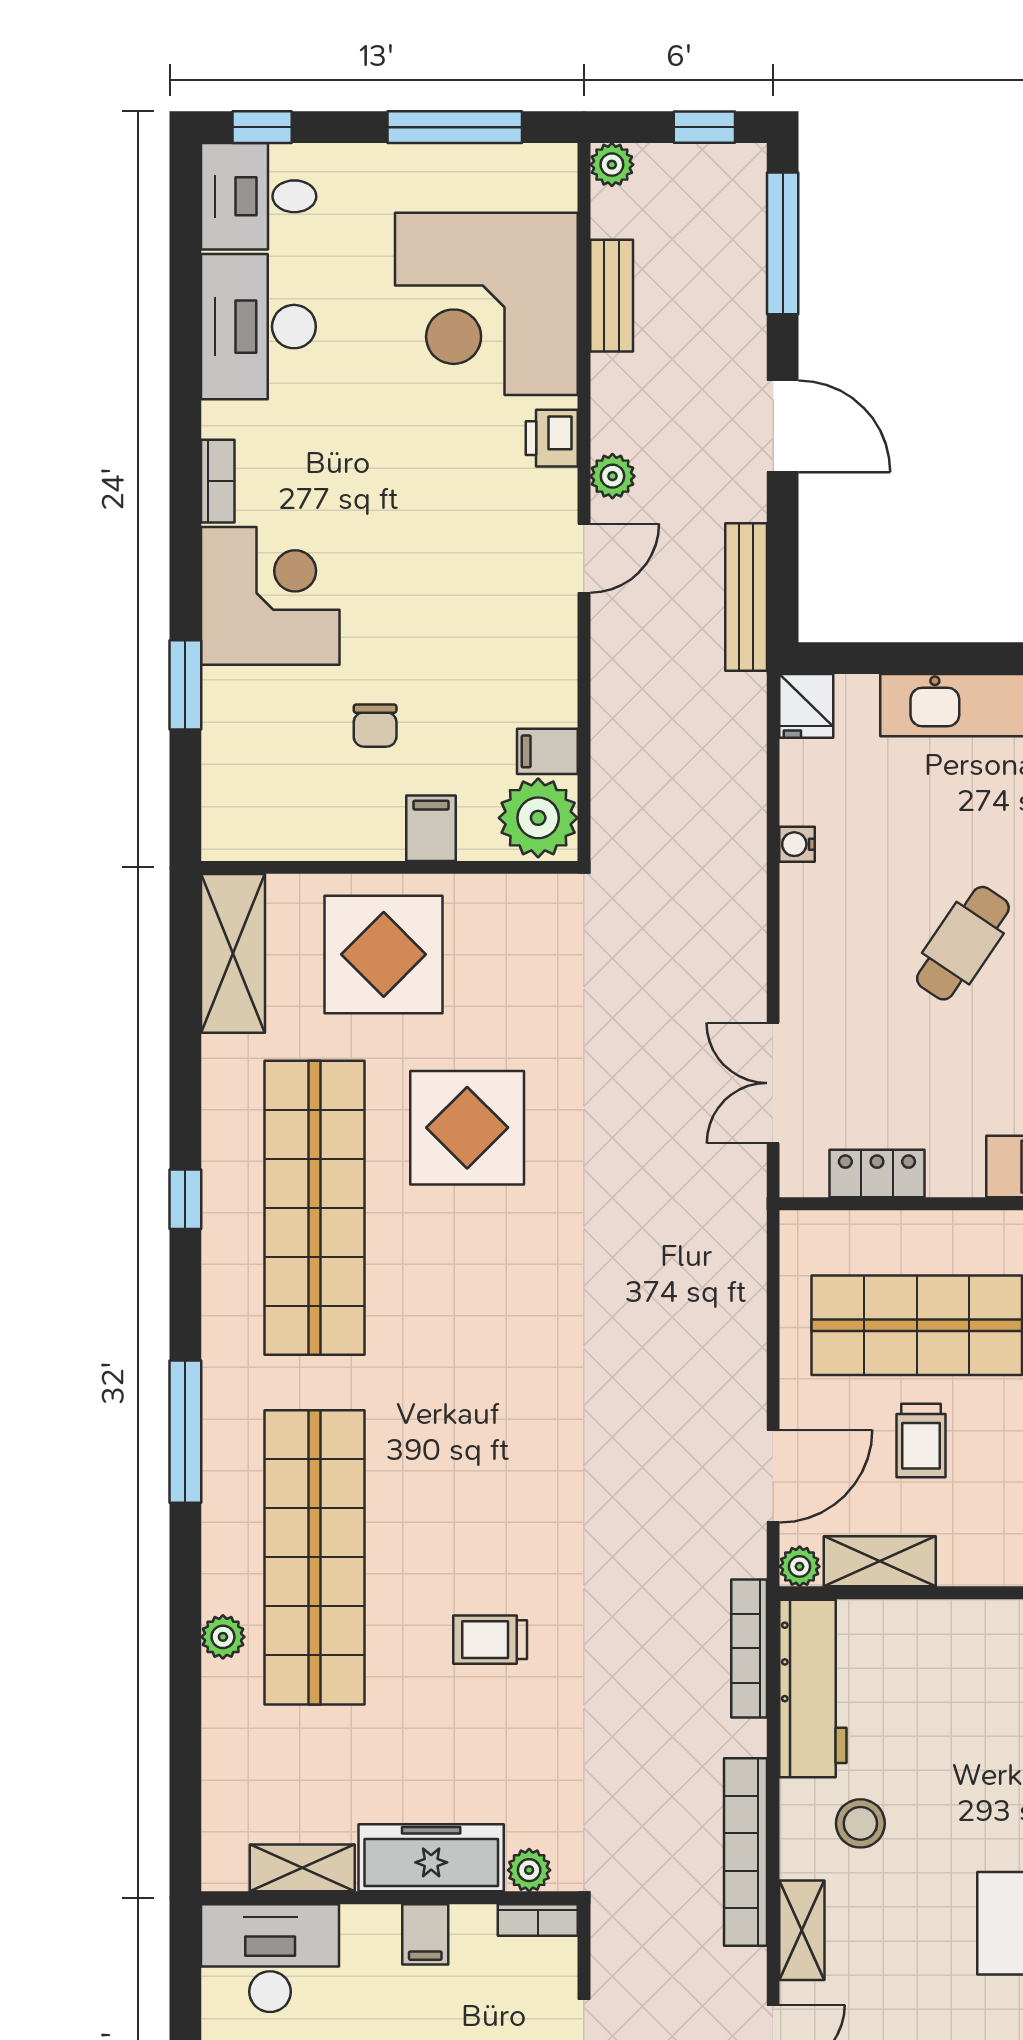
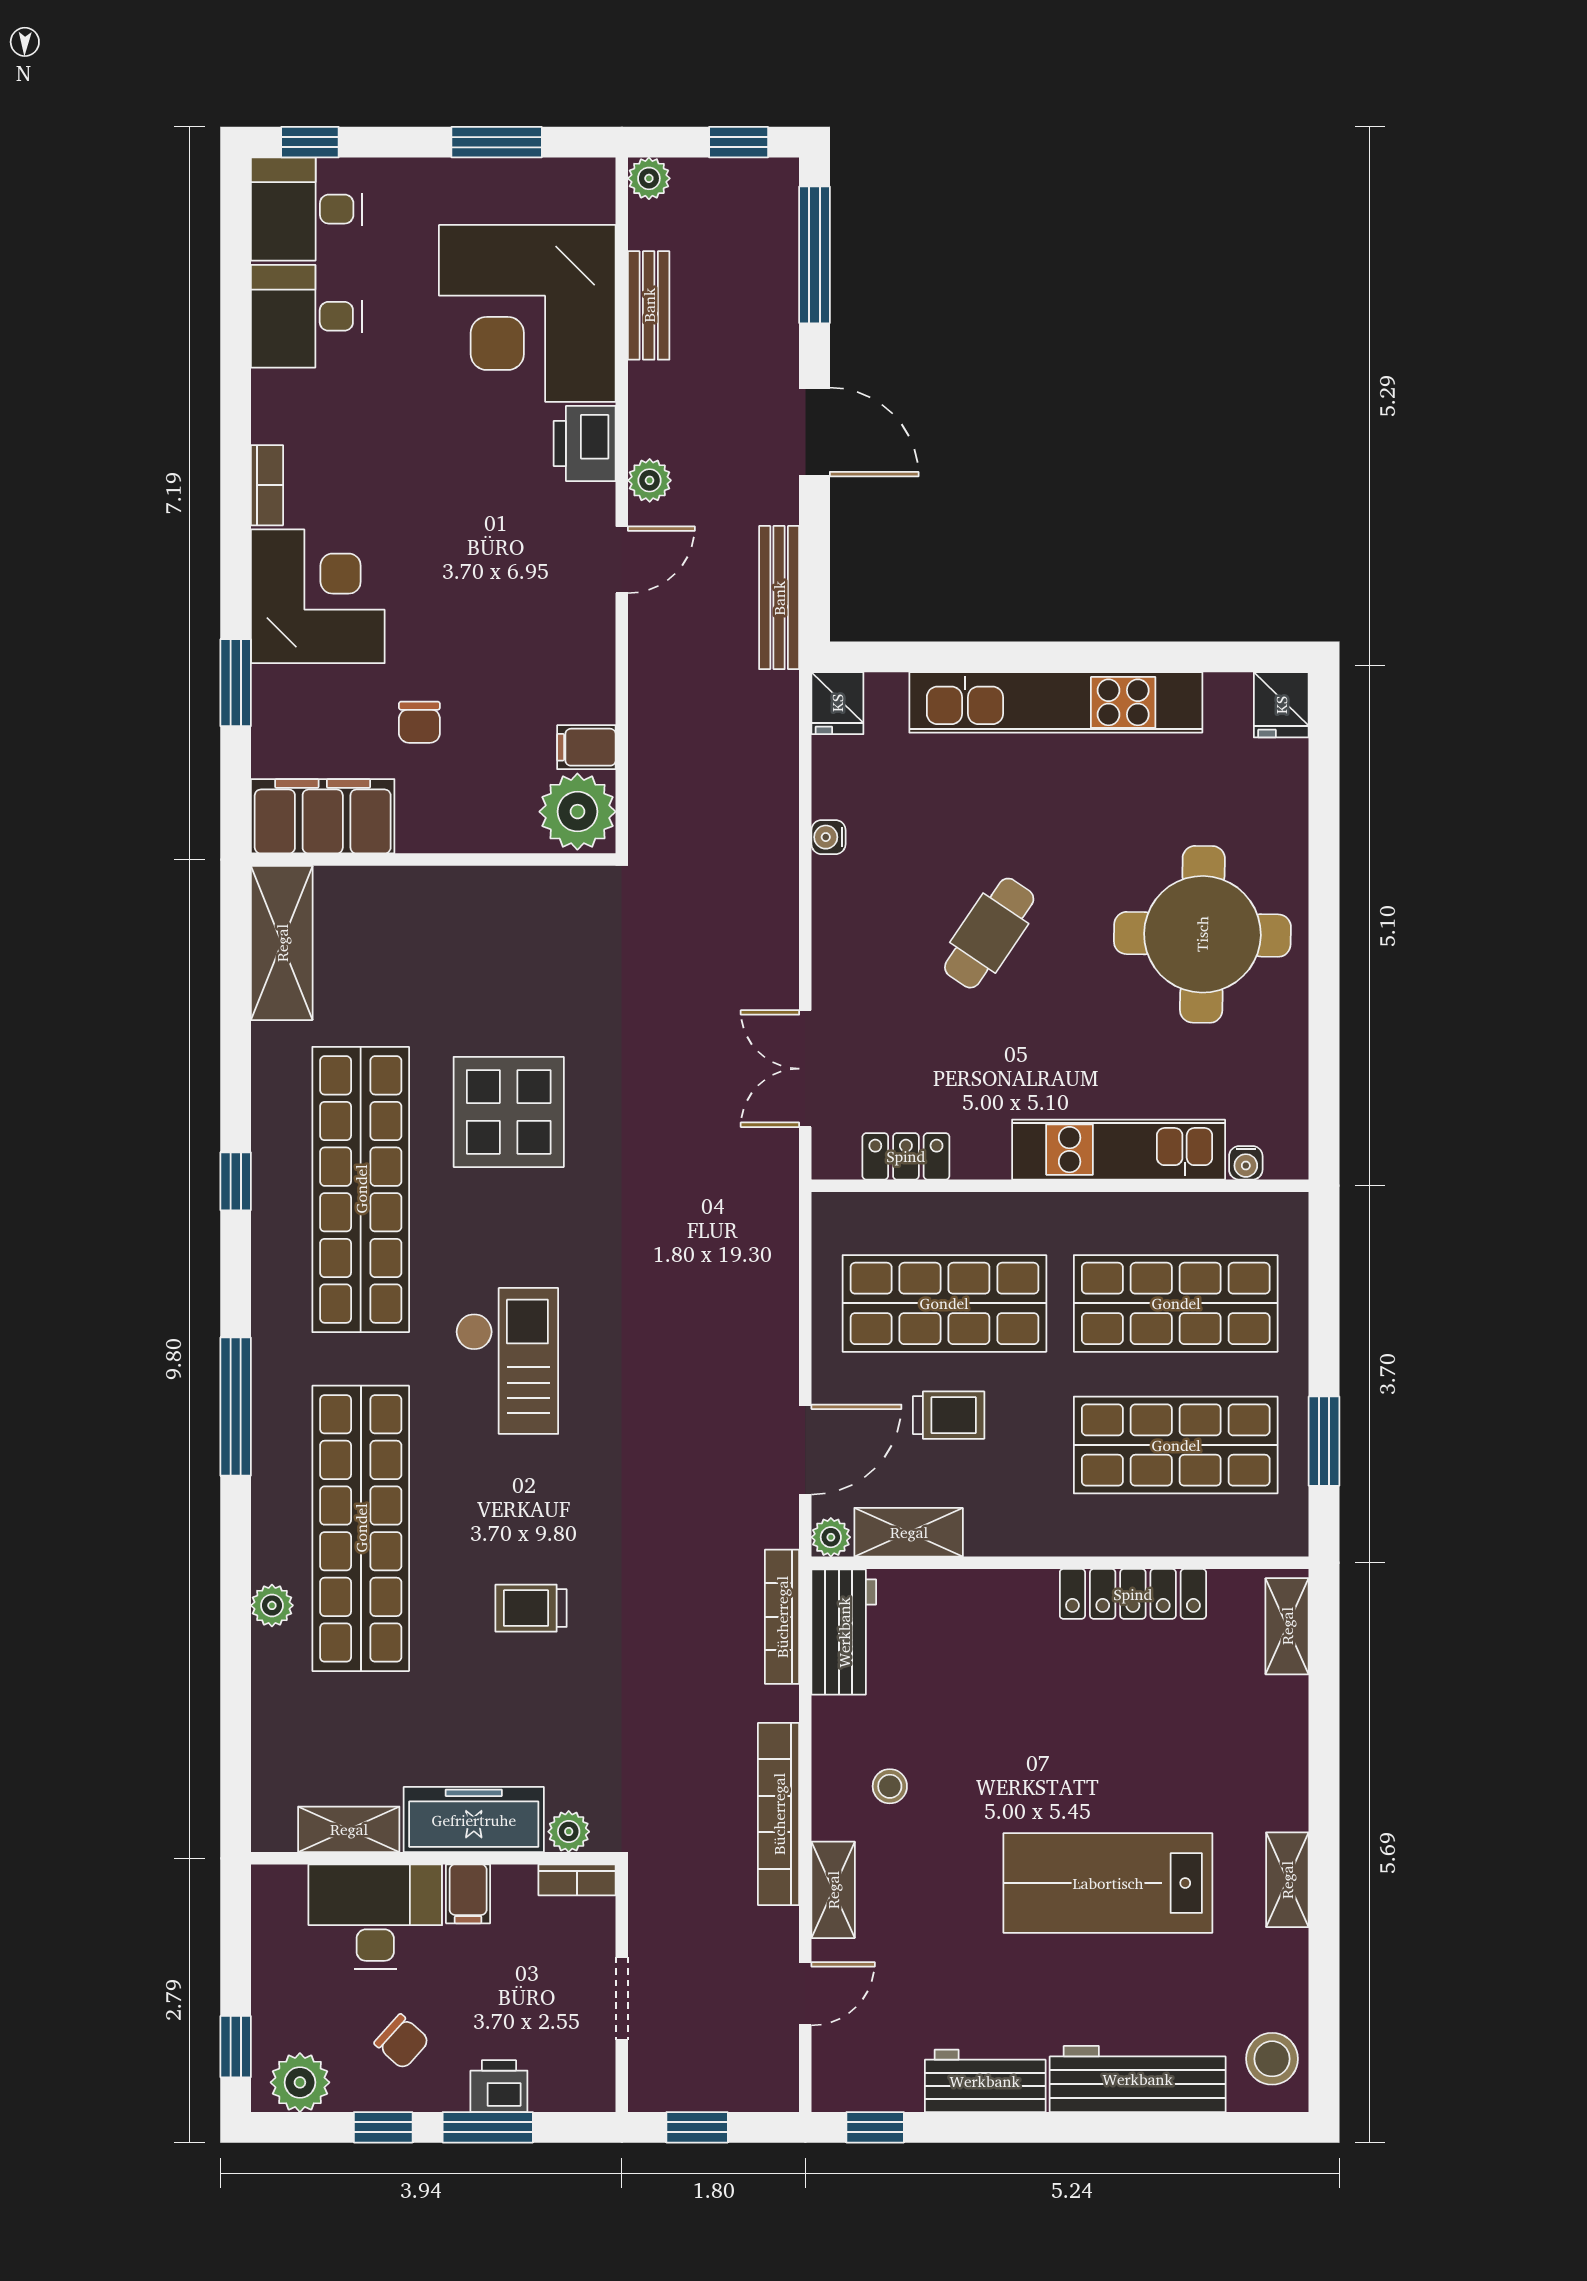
window: (455, 127) -> (497, 142), width x0.69
desk: (258, 327) -> (306, 316), width x0.73
printer: (552, 438) -> (585, 443), width x1.36, depth x1.24
filing cabinet: (431, 828) -> (323, 816), moved, width x3.00, depth x1.17
display table: (384, 954) -> (428, 944), removed
checkout: (465, 1385) -> (507, 1361), added
trolley: (921, 1441) -> (949, 1415), turned -90
workbench: (813, 1689) -> (844, 1632), width x0.73
stool: (860, 1823) -> (890, 1786), width x0.73, depth x0.73
desk: (270, 1958) -> (375, 1917), moved

